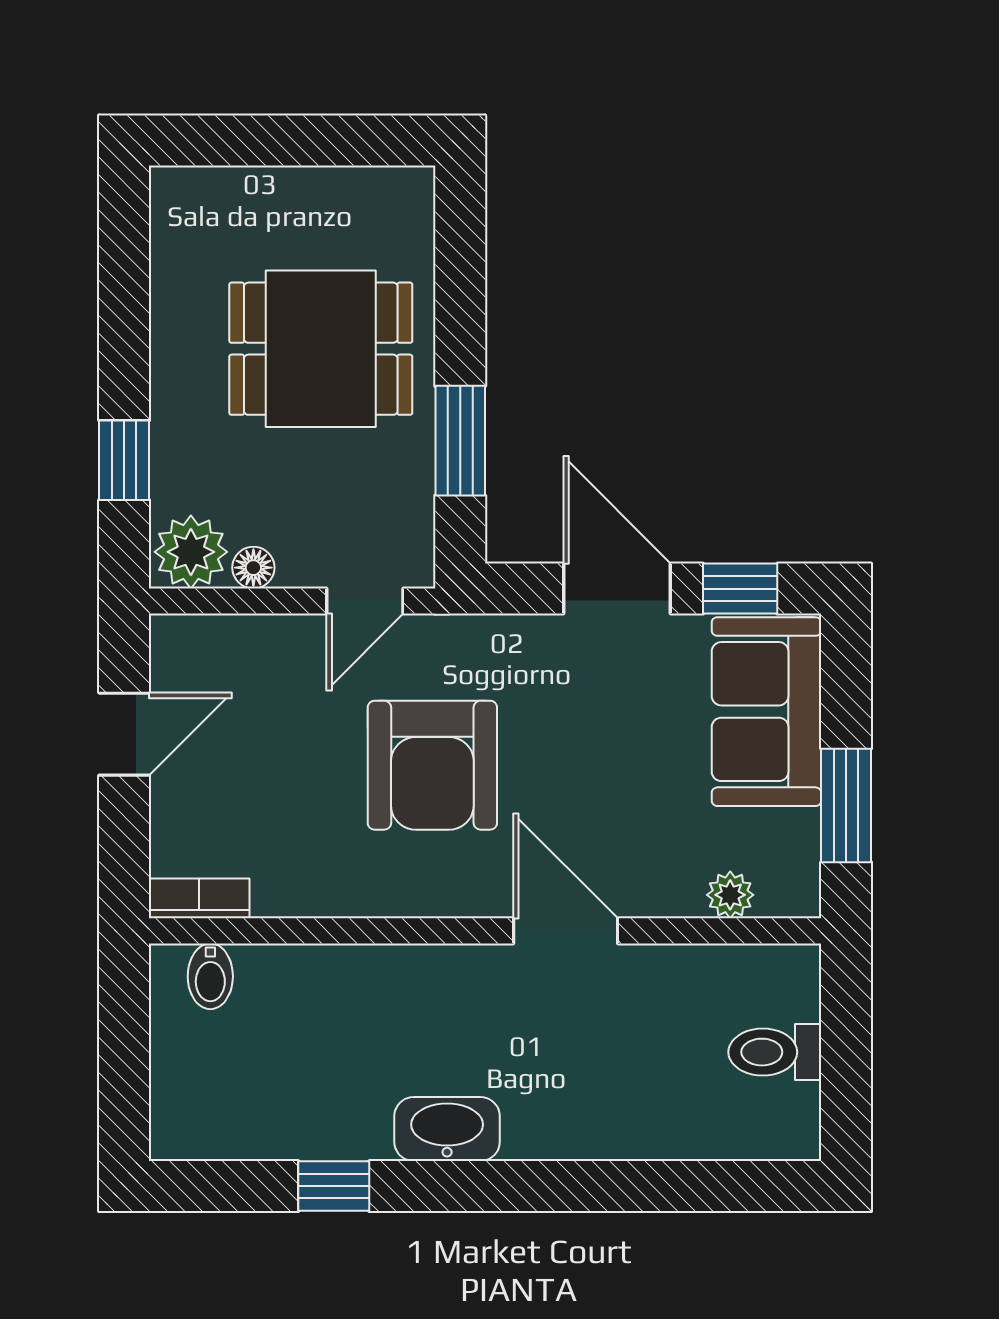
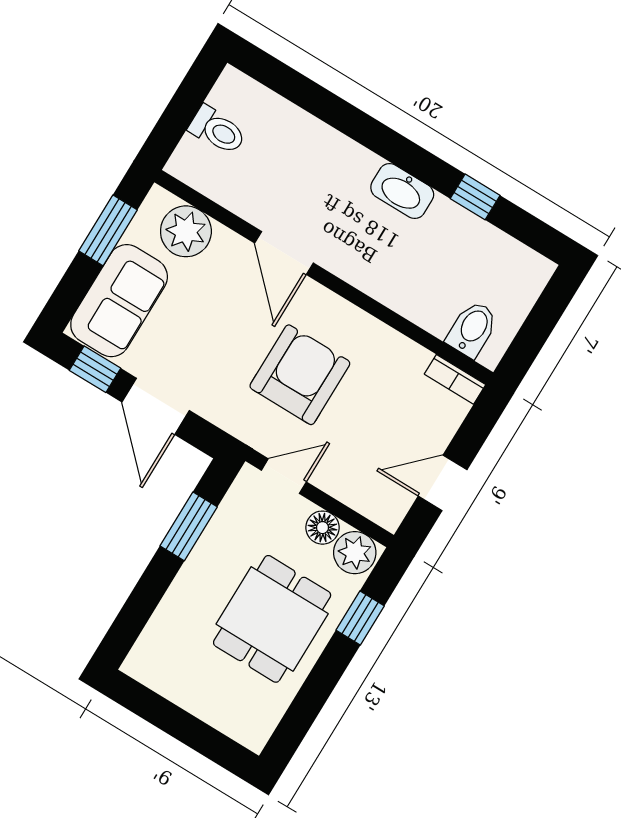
dining table: (321, 349) -> (272, 619), moved, turned 90
floor lamp: (253, 568) -> (322, 528), width x1.37, depth x1.37
plant: (730, 895) -> (186, 231), width x1.88, depth x1.88
bidet: (210, 976) -> (472, 329), width x1.38, depth x1.36

